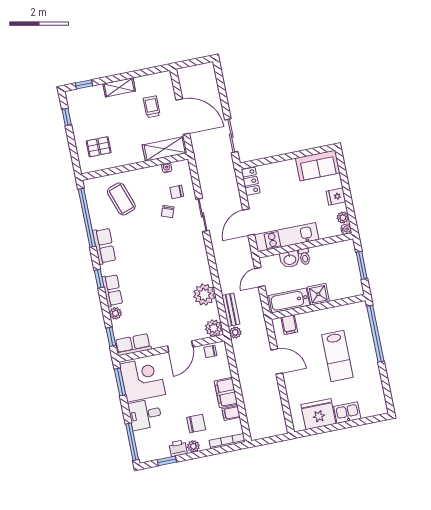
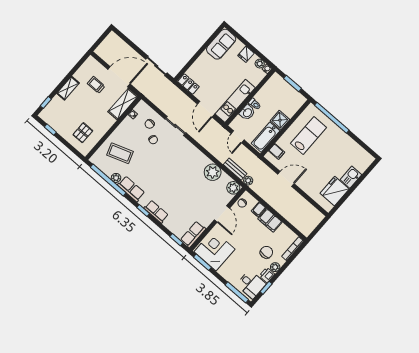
plant: (115, 313) -> (116, 178), moved
lab bench: (337, 356) -> (309, 135), moved, turned -90
filing cabinet: (231, 413) -> (259, 209), moved
desk: (145, 414) -> (251, 284), moved, turned -90

